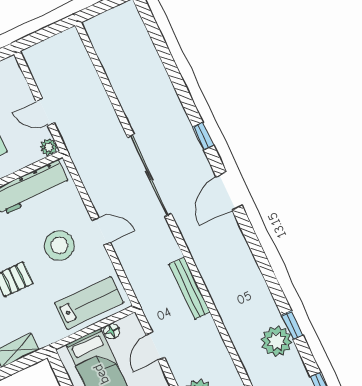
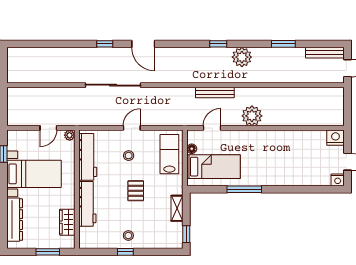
stool: (59, 245) -> (129, 156), width x0.53, depth x0.53
bench: (190, 288) -> (215, 93), moved
window: (292, 325) -> (218, 44), moved
door: (155, 346) -> (212, 128), swing flipped

